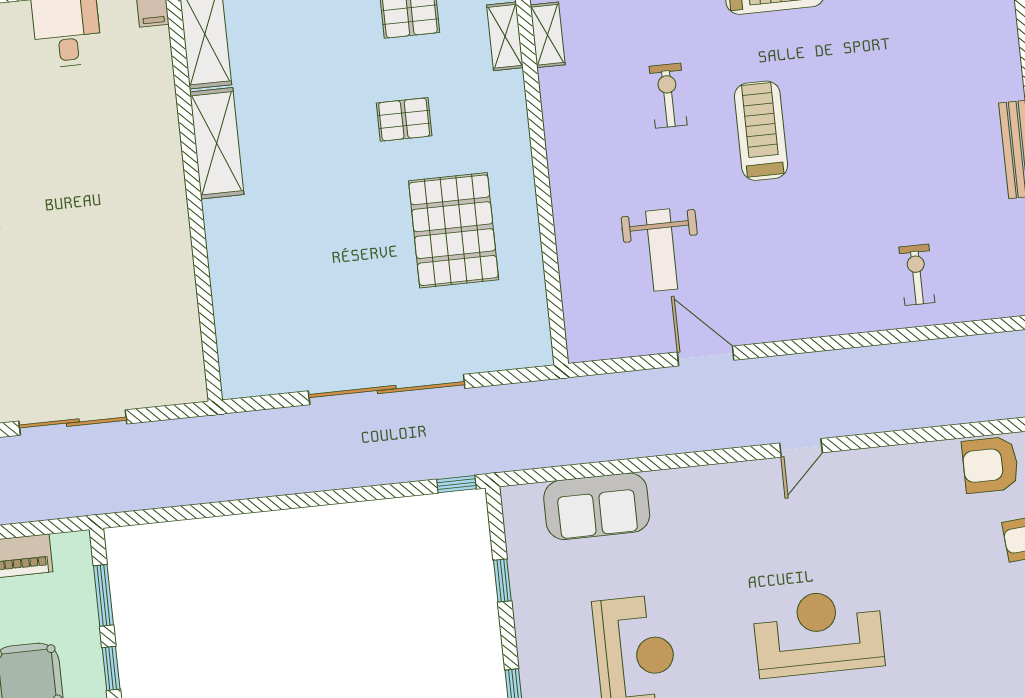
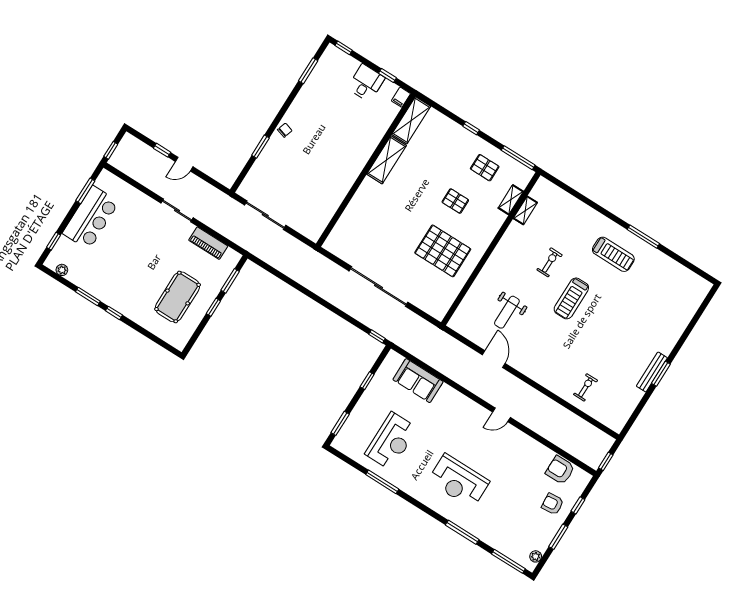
treadmill: (761, 131) -> (571, 298), turned 180
pallet: (454, 230) -> (443, 251), turned 90
reception desk: (818, 633) -> (459, 481), turned 180

